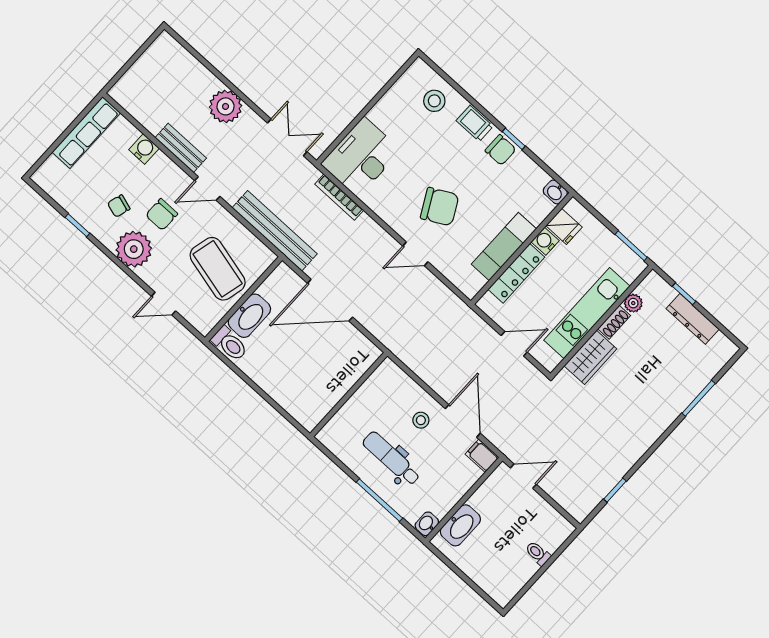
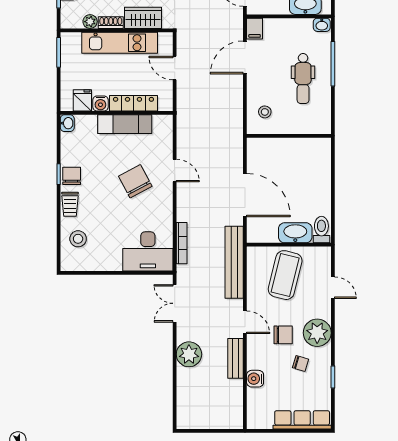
row of seats: (86, 132) -> (302, 420), moved
stool: (421, 420) -> (265, 112), moved

